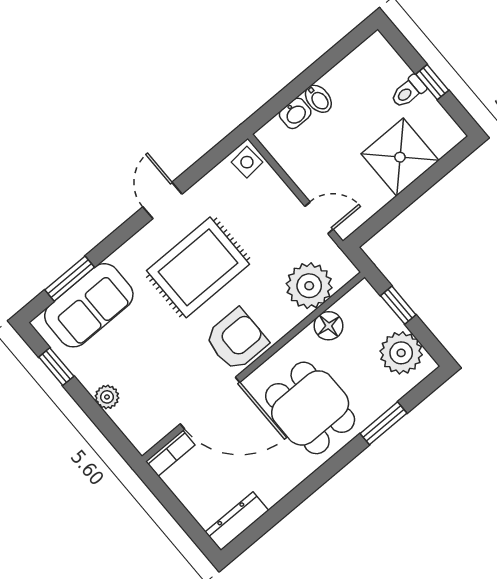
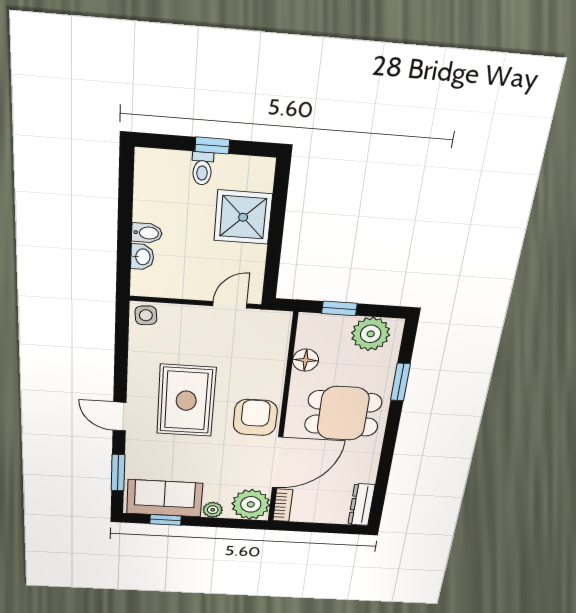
door: (162, 200) -> (120, 416), moved
plant: (309, 286) -> (251, 504), moved
sofa: (89, 305) -> (165, 498), moved, turned -90

